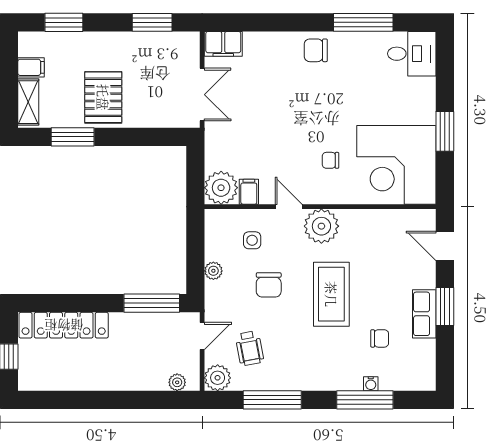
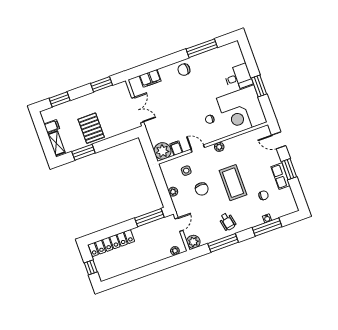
filing cabinet: (223, 44) -> (150, 78), moved
desk: (412, 54) -> (238, 77), moved
plant: (321, 226) -> (219, 147), width x0.53, depth x0.53
wheelchair: (250, 348) -> (228, 222), moved

